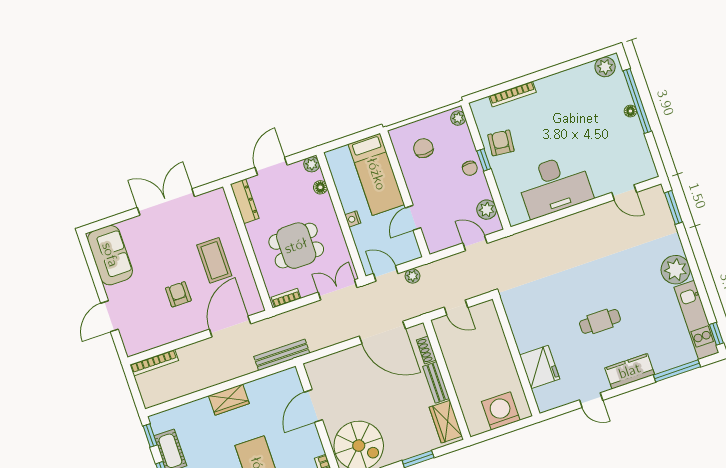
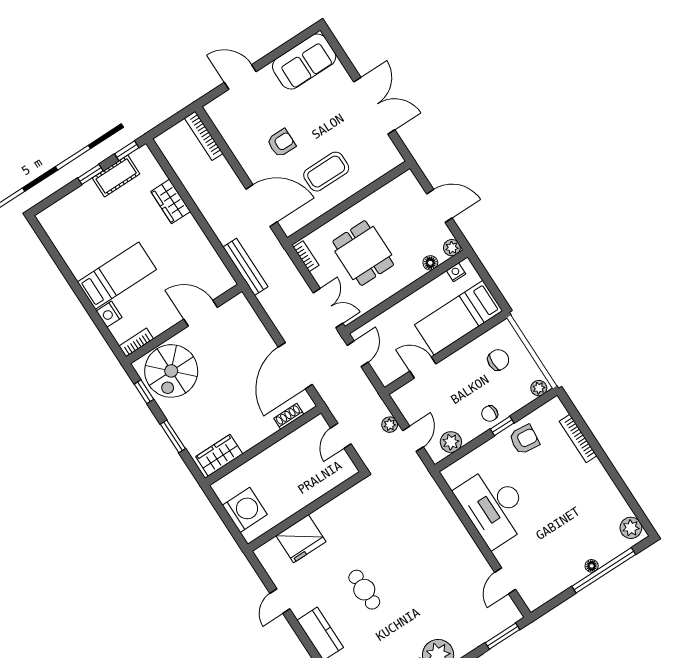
dresser: (245, 201) -> (396, 188), removed
nightstand: (353, 219) -> (456, 272), moved
plant: (412, 276) -> (390, 425), moved
bench: (436, 382) -> (257, 435), removed
wardrobe: (229, 400) -> (171, 201), moved

